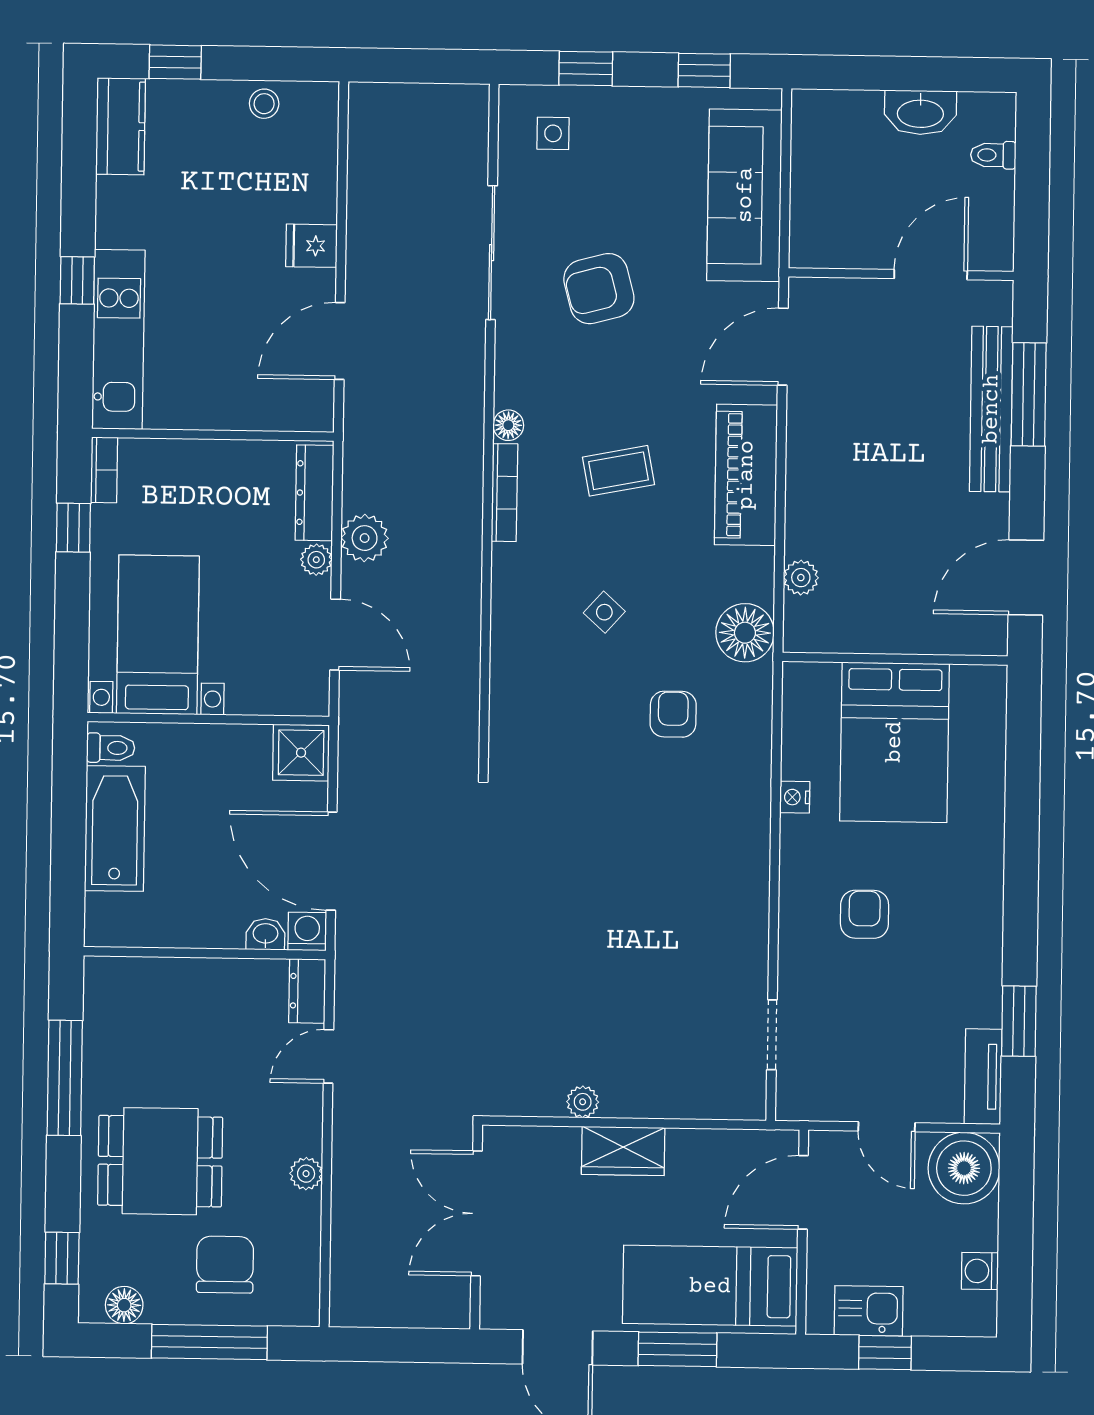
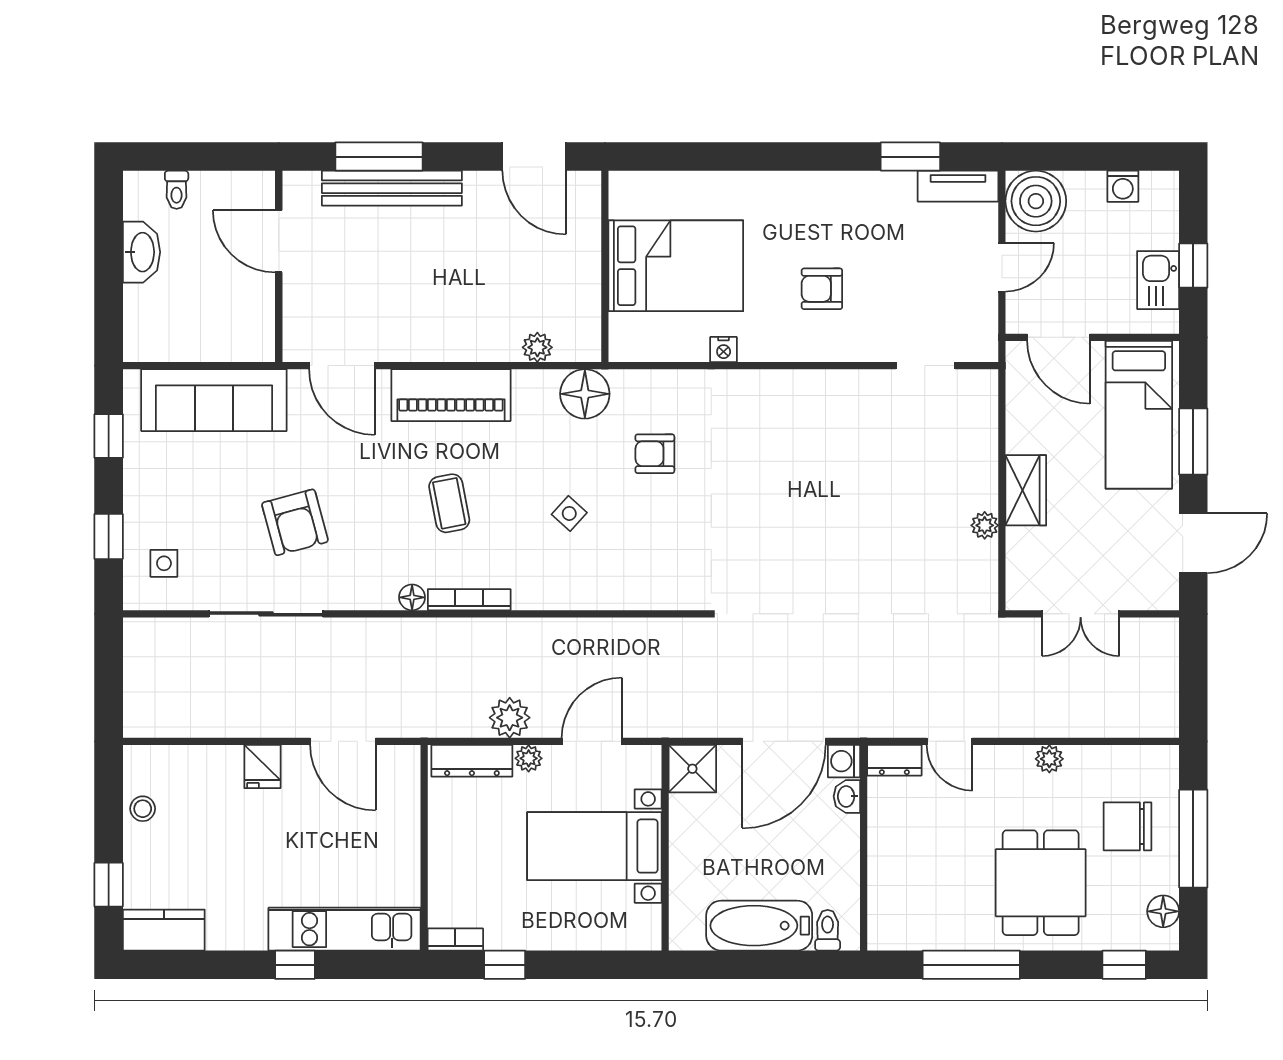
bed with nightstands: (158, 635) -> (594, 846), moved
toilet: (111, 748) -> (828, 930), moved
double door: (476, 1213) -> (1081, 614), width x0.73

